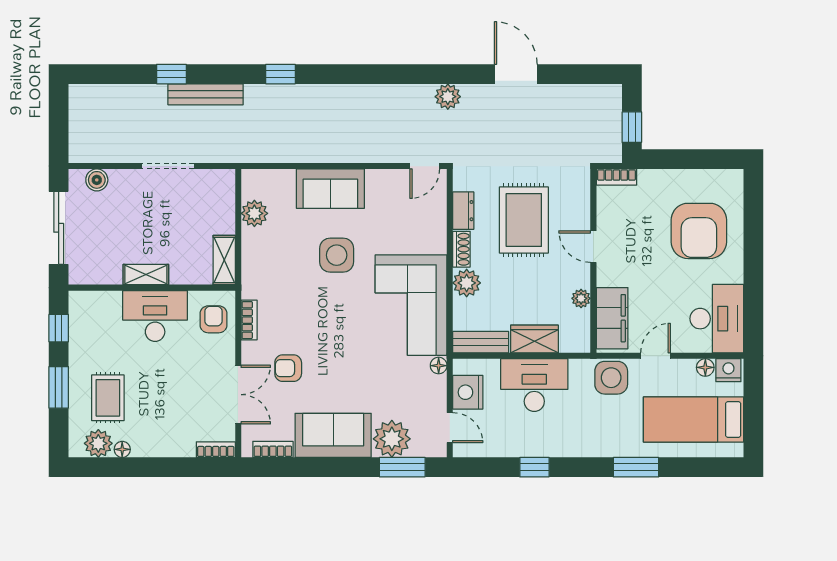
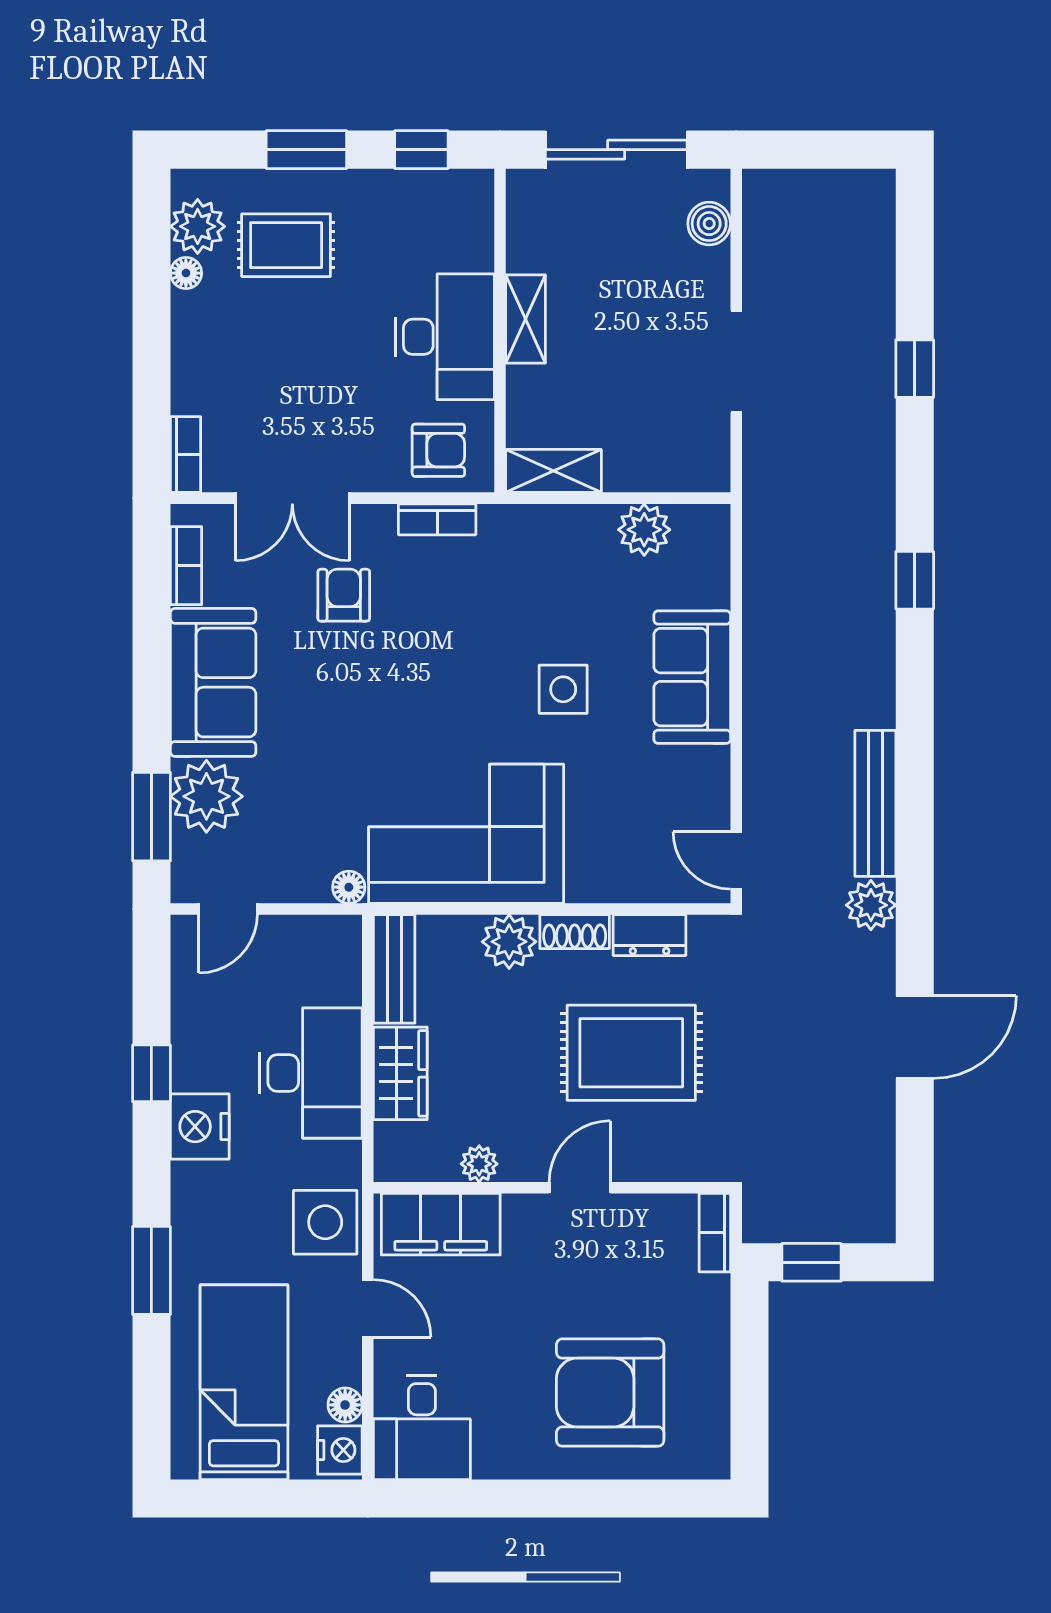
bench: (206, 94) -> (875, 803), moved
side table: (337, 255) -> (563, 689), width x0.73, depth x0.73
desk: (717, 319) -> (422, 1427), width x0.73
nightstand: (468, 392) -> (200, 1127), moved, turned -90

